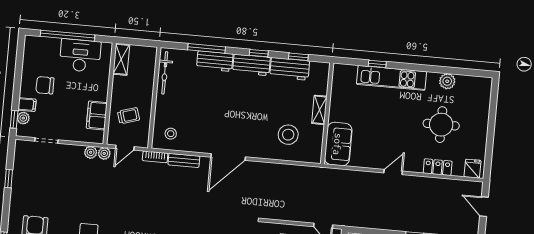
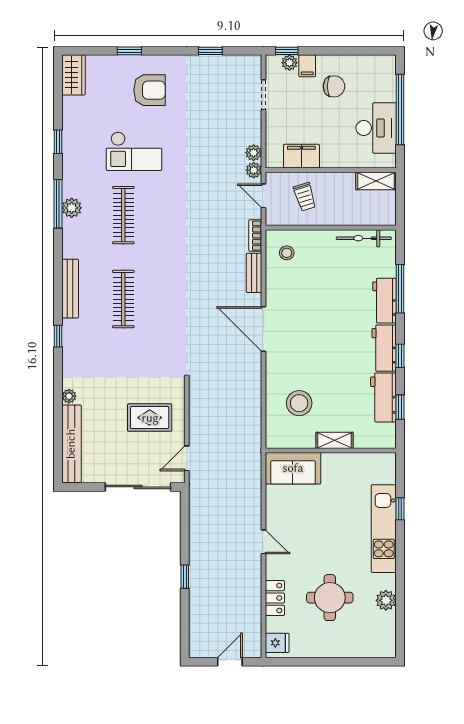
chair: (45, 85) -> (334, 86), turned 90

